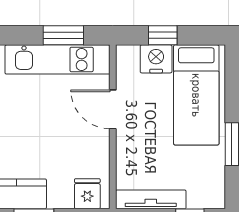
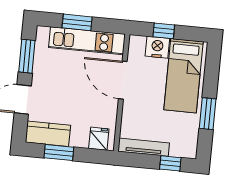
window: (63, 35) -> (77, 22), moved
door: (113, 109) -> (123, 80), width x1.36

